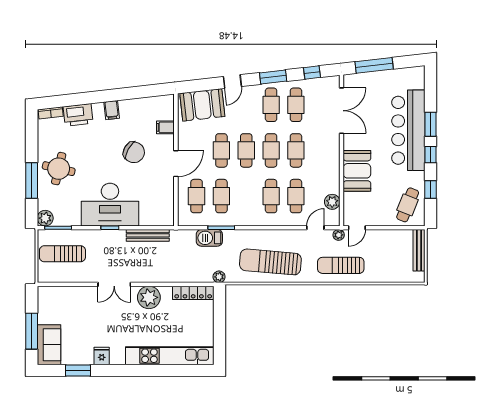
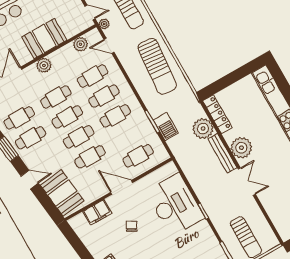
filing cabinet: (165, 127) -> (97, 212), width x2.00
chair: (134, 152) -> (132, 226), width x0.54, depth x0.54
plant: (332, 156) -> (44, 65), added
cafe table: (221, 196) -> (115, 116), moved
desk: (110, 205) -> (175, 205), moved
bench: (148, 235) -> (222, 153), moved
plant: (219, 277) -> (203, 129), moved, width x1.88, depth x1.88

